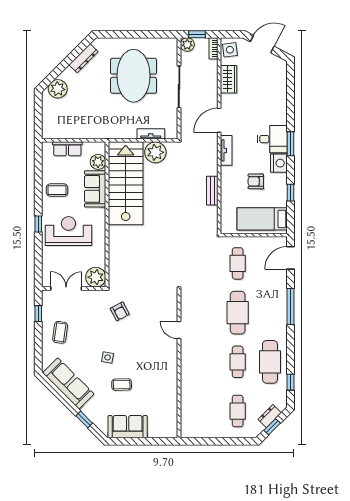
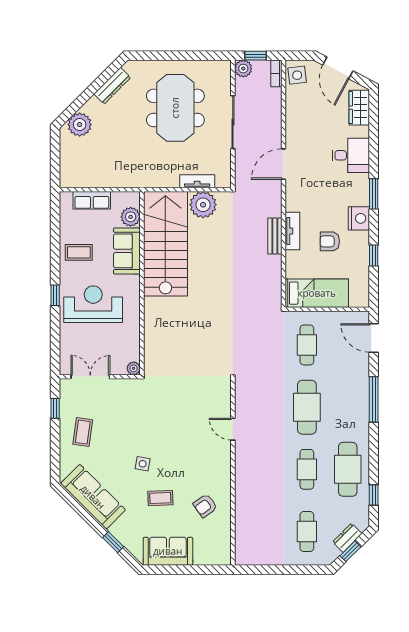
door: (262, 44) -> (338, 68), swing flipped
wardrobe: (228, 79) -> (359, 108), moved, turned 180
desk: (272, 139) -> (351, 155), moved
tv unit: (226, 150) -> (292, 231), moved
bench: (212, 191) -> (275, 236), moved
bed: (262, 219) -> (317, 293), moved, turned 180
door: (290, 258) -> (374, 338), hinge flipped
plant: (96, 277) -> (134, 368), width x0.53, depth x0.53
armchair: (120, 311) -> (205, 506), moved, turned 83

